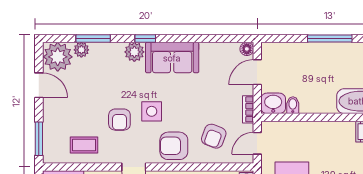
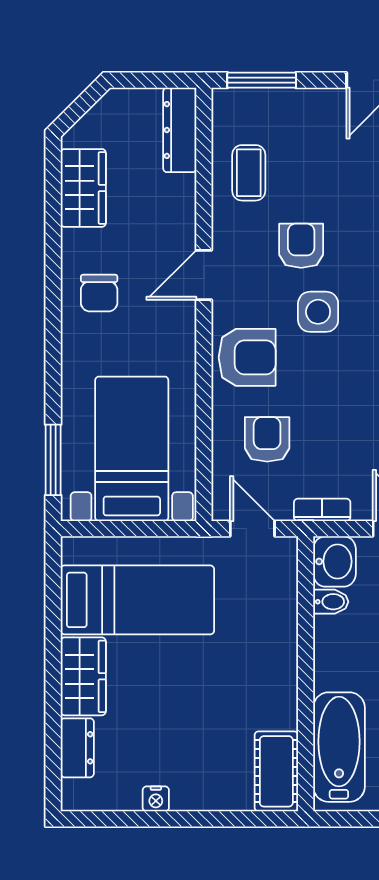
armchair: (119, 120) -> (301, 246), turned 90
armchair: (214, 136) -> (267, 439), turned 69
armchair: (174, 146) -> (247, 357), turned 90

